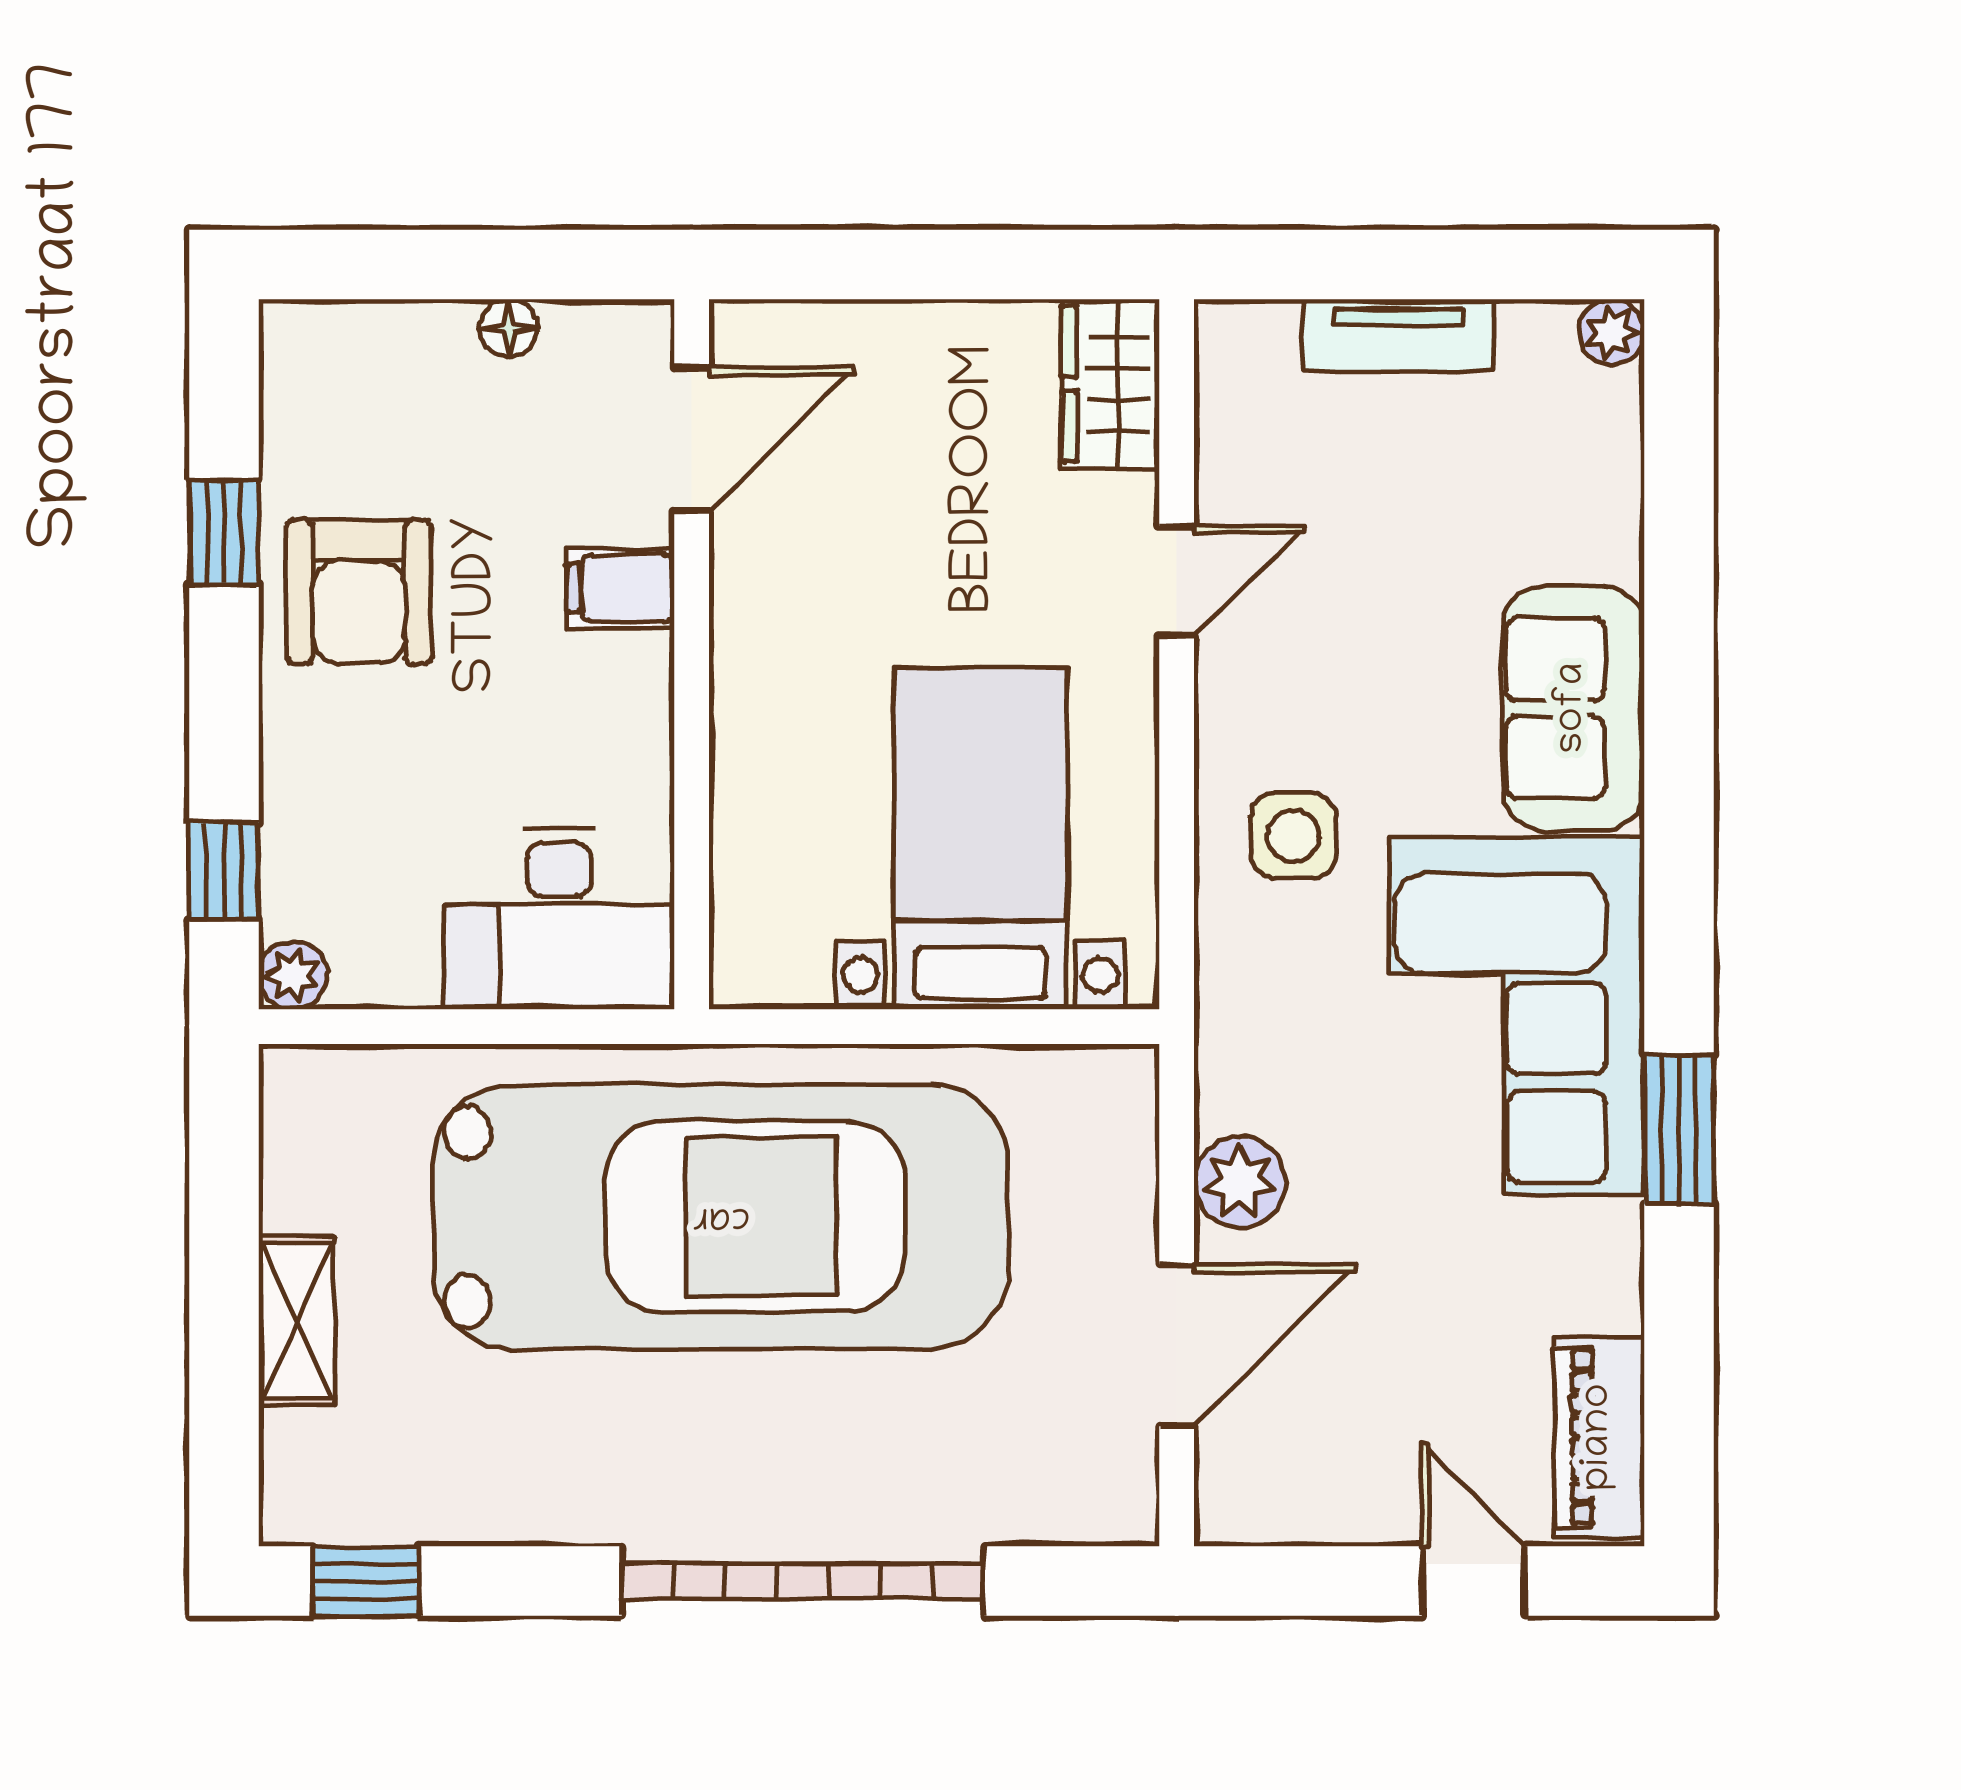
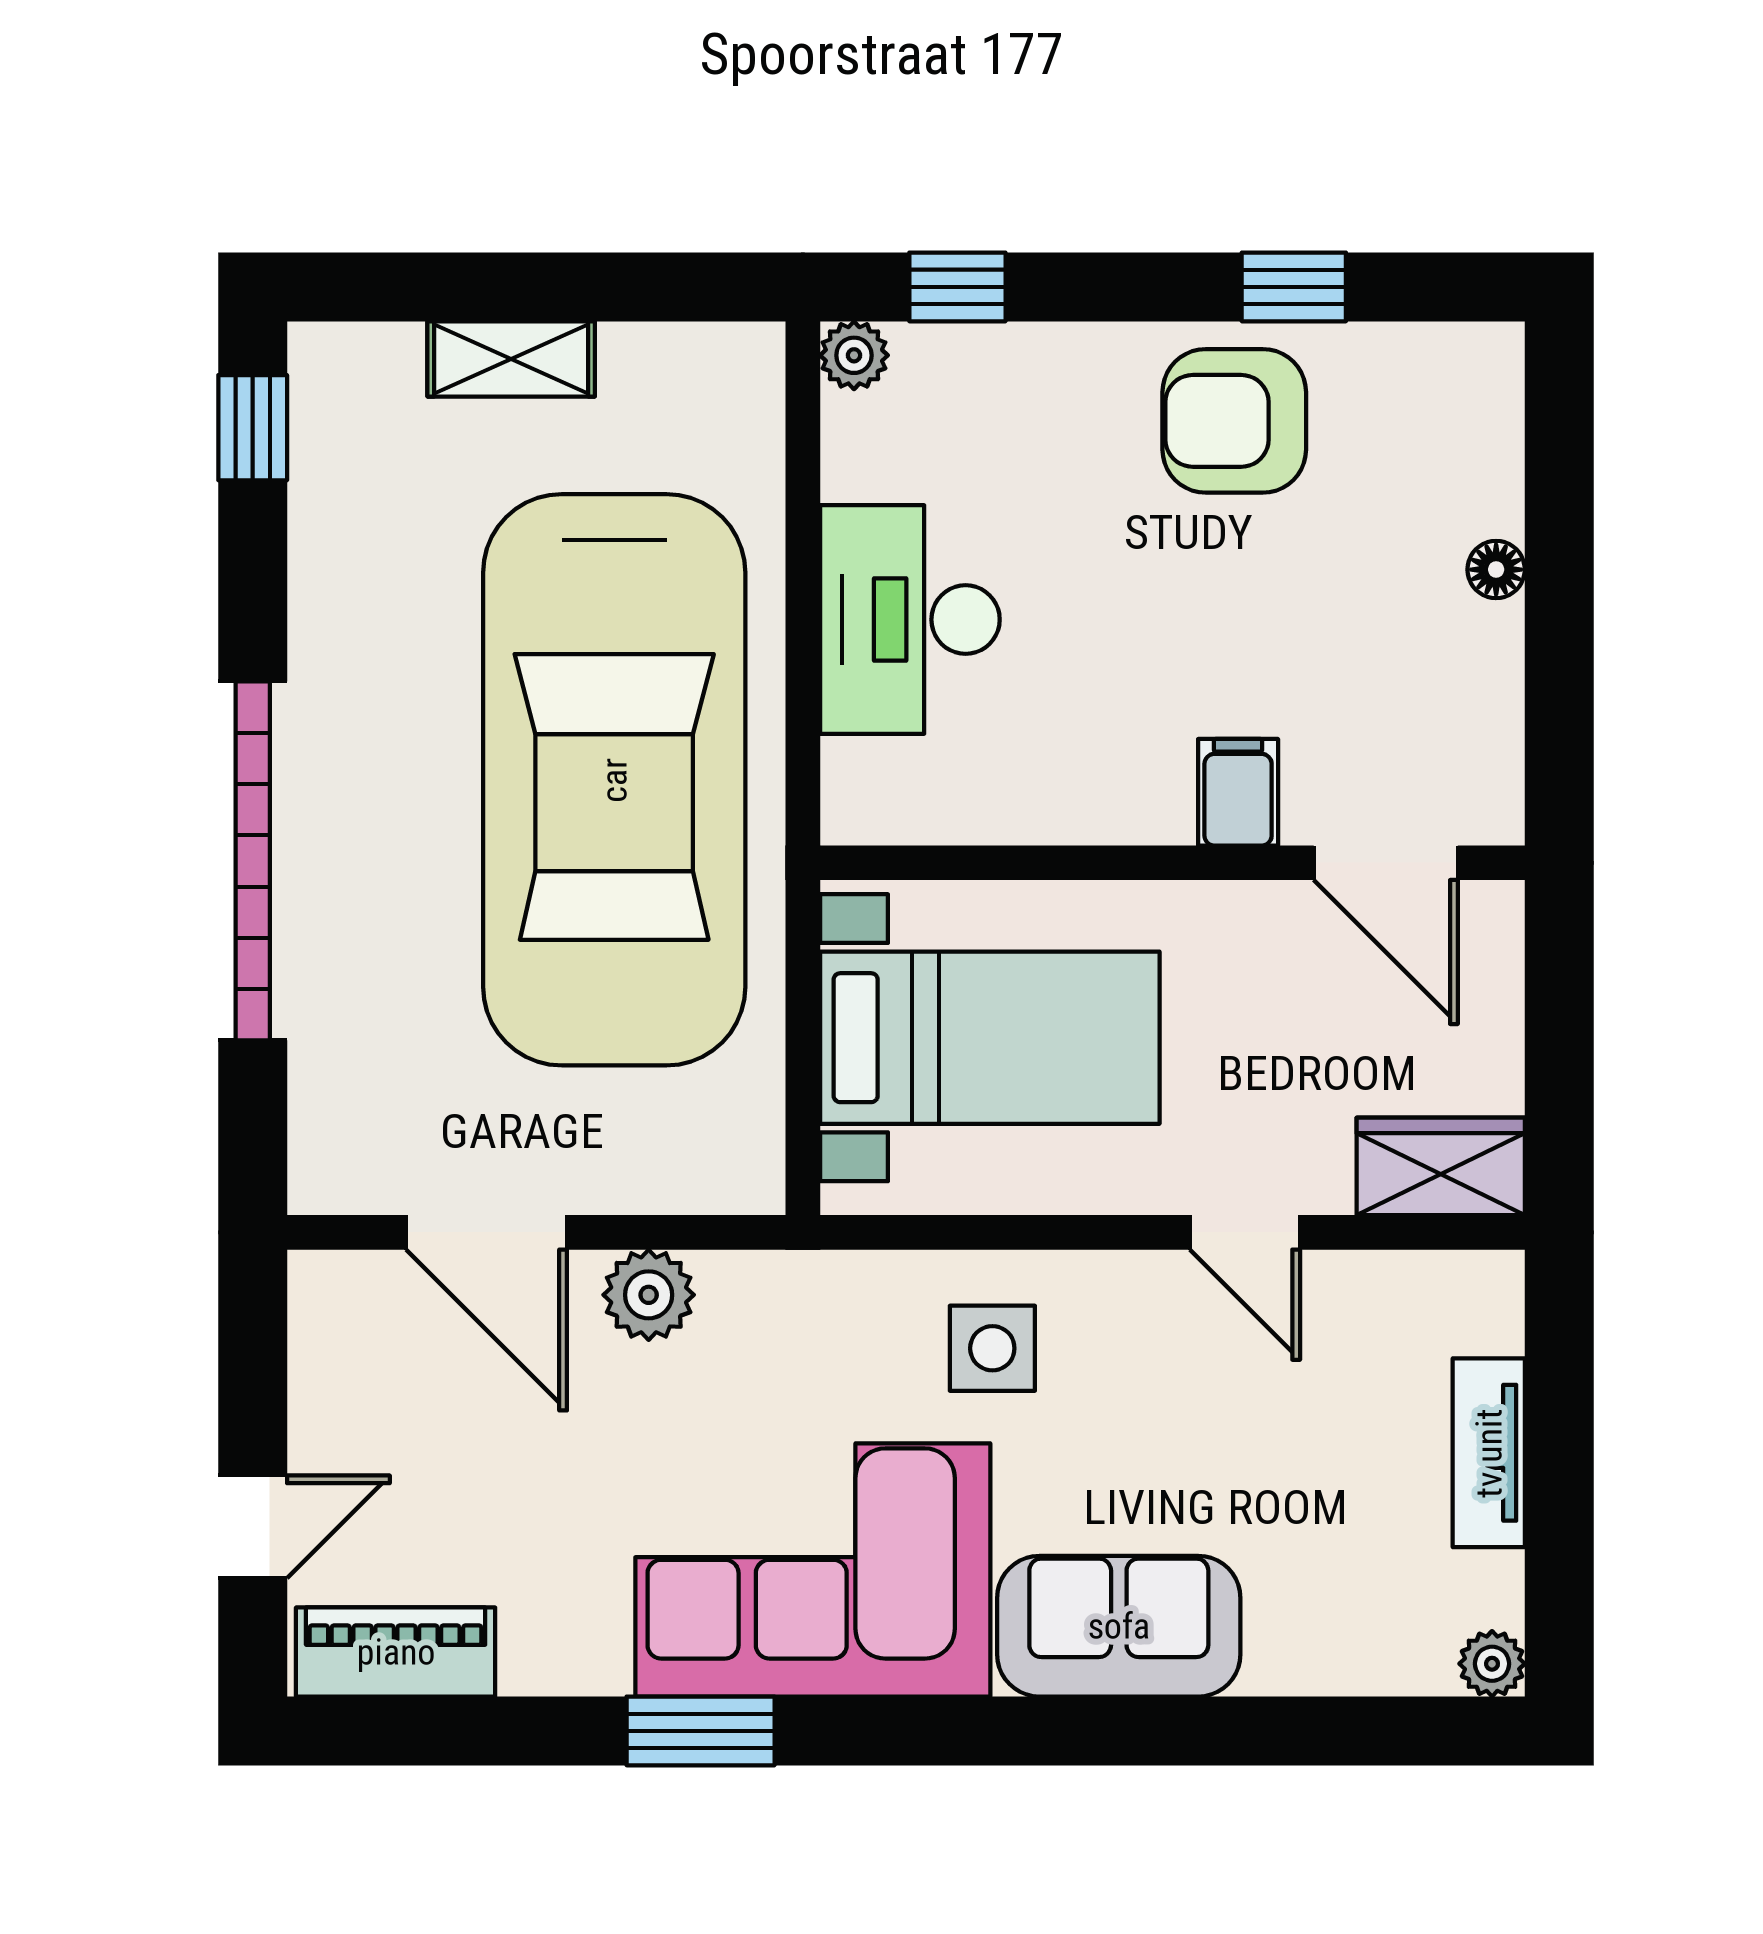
door: (692, 439) -> (1386, 863), moved
filing cabinet: (621, 588) -> (1238, 792), moved
wall: (692, 654) -> (1172, 863), moved

